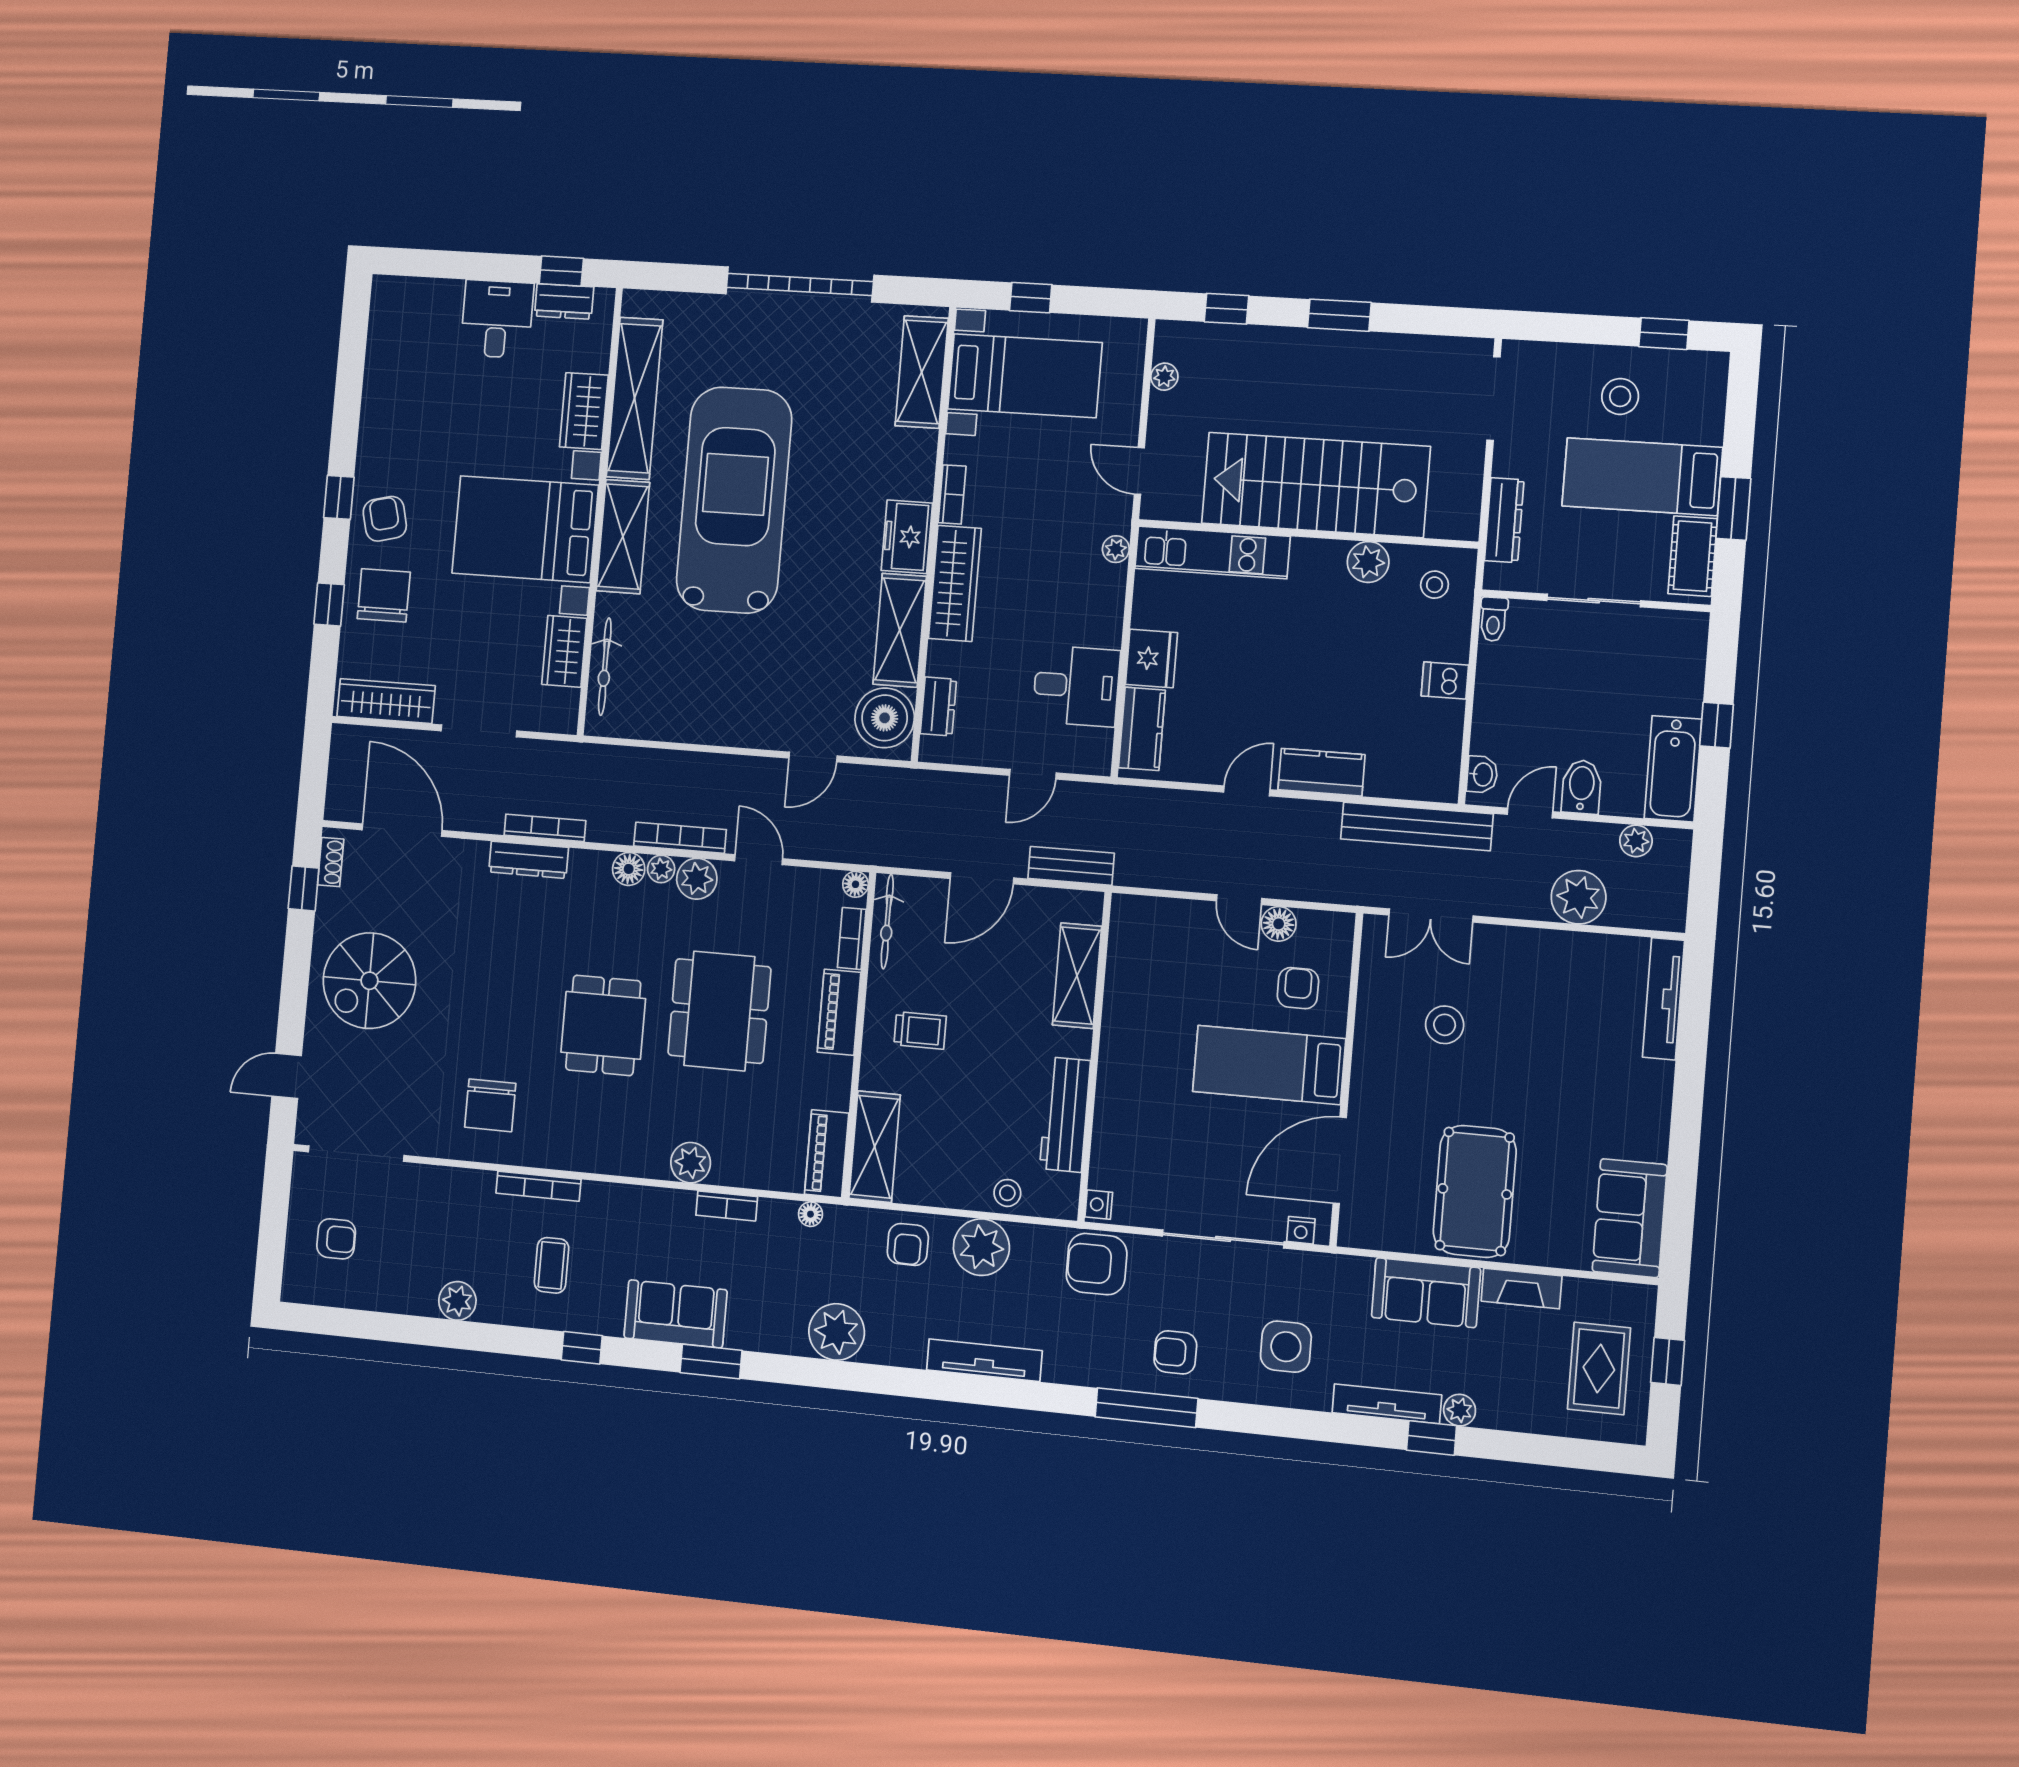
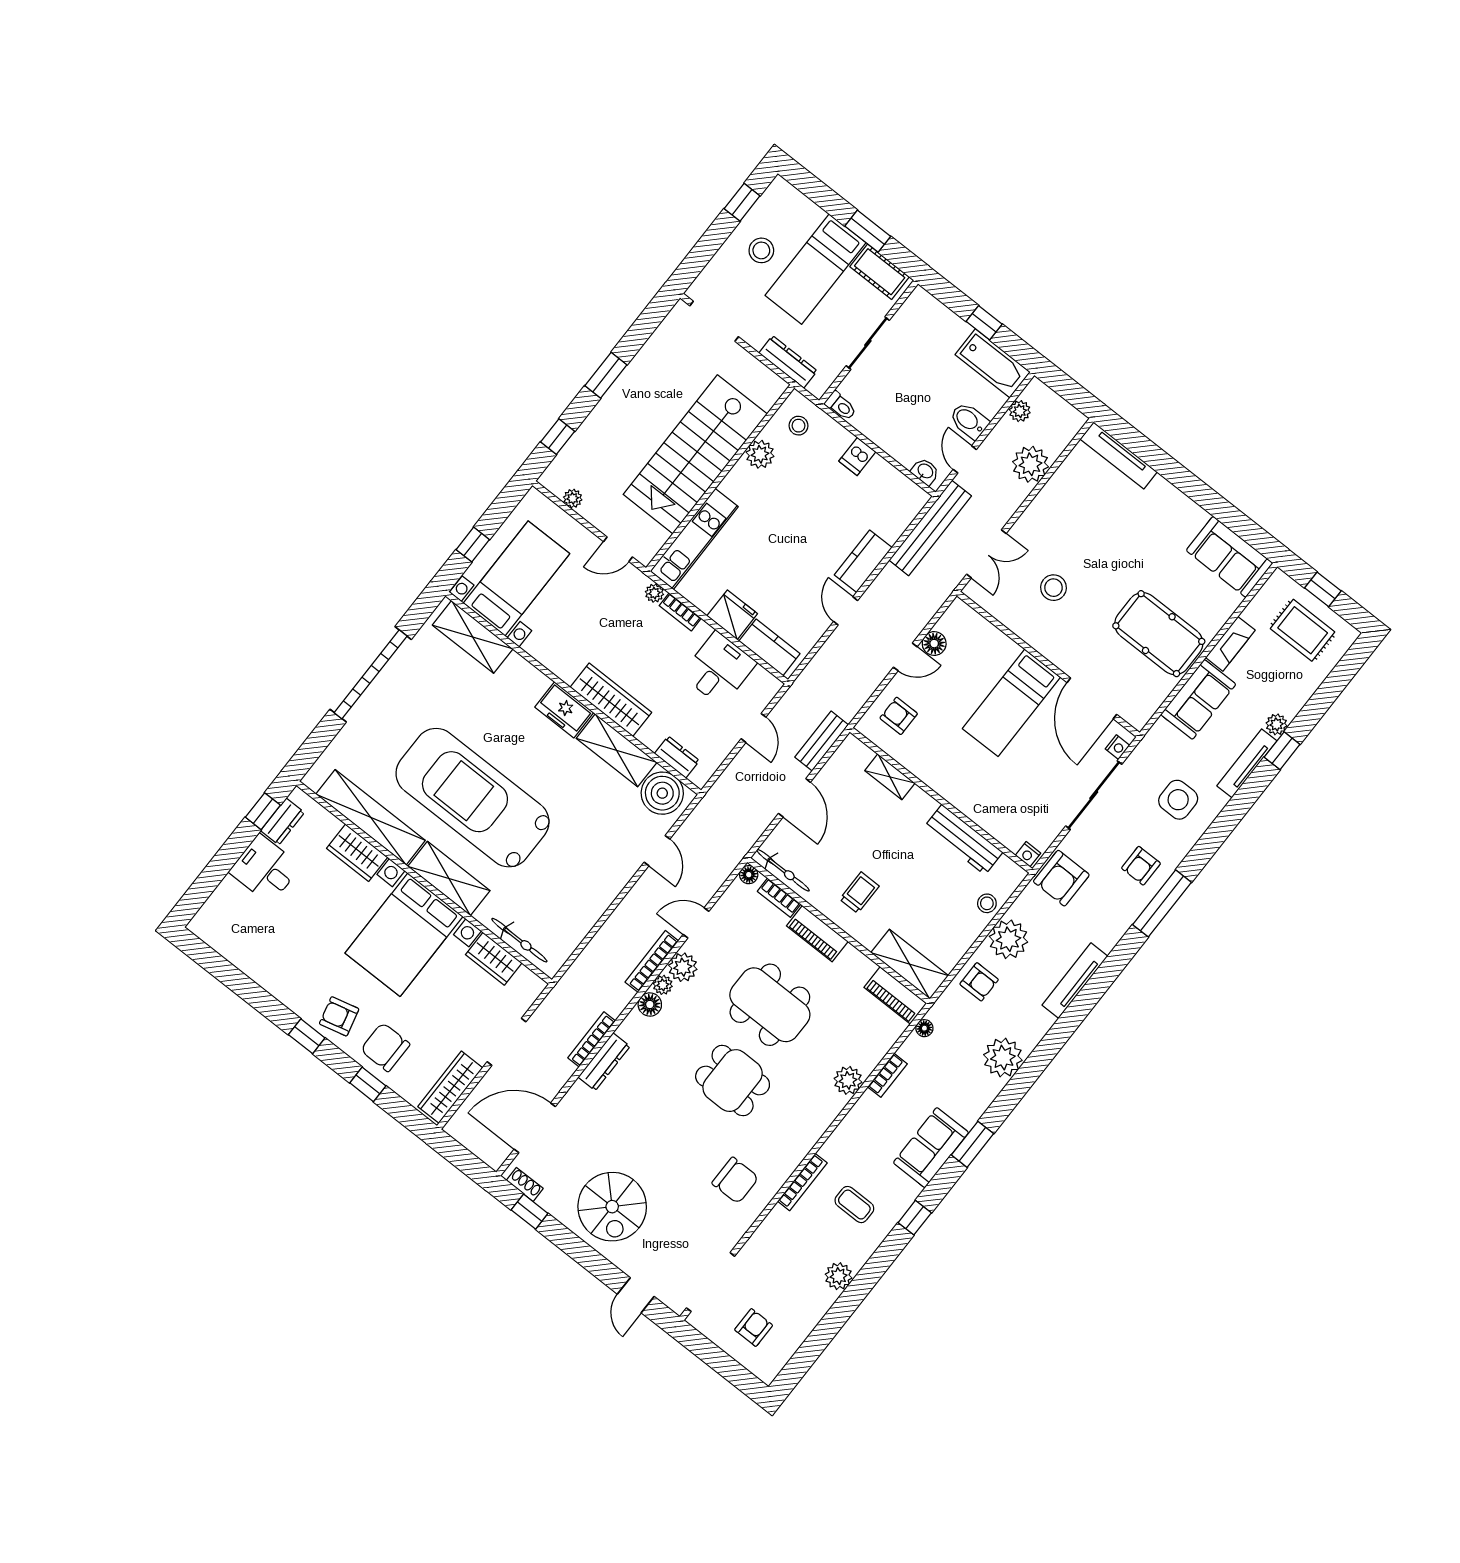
bookcase: (952, 494) -> (680, 612), moved, turned 180
shelving: (1077, 976) -> (890, 777), width x0.67, depth x0.75
armchair: (1298, 988) -> (899, 716), moved

